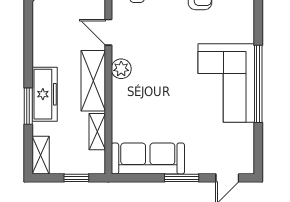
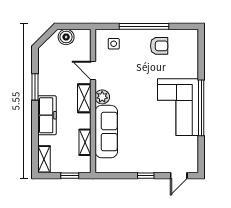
shelving: (93, 81) -> (84, 98), width x0.67, depth x0.75
window: (28, 106) -> (35, 87), moved
sofa: (148, 158) -> (106, 132), moved, turned 90
window: (182, 178) -> (146, 176), width x0.67

